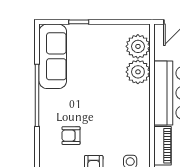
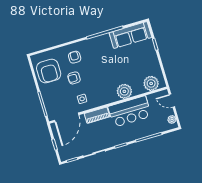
plant: (138, 72) -> (124, 91), moved
armchair: (71, 136) -> (75, 57), moved

